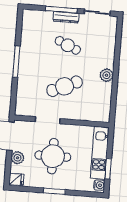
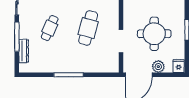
dresser: (66, 17) -> (24, 51), moved
cafe table: (64, 86) -> (88, 28), turned 39

